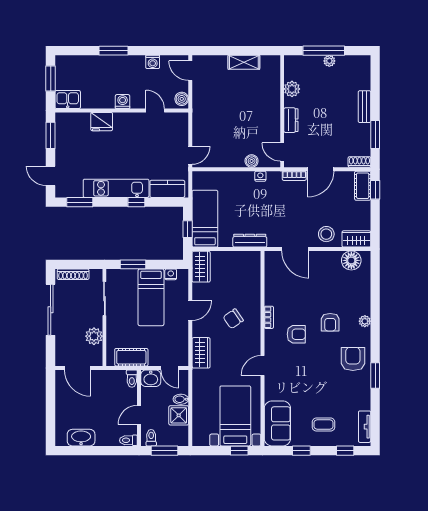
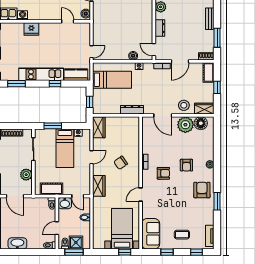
washing machine: (123, 102) -> (23, 15), moved
window: (375, 190) -> (217, 87), moved
bed: (205, 219) -> (112, 80), moved, turned 90
plant: (329, 263) -> (185, 125), added
shower: (179, 415) -> (76, 242), moved

